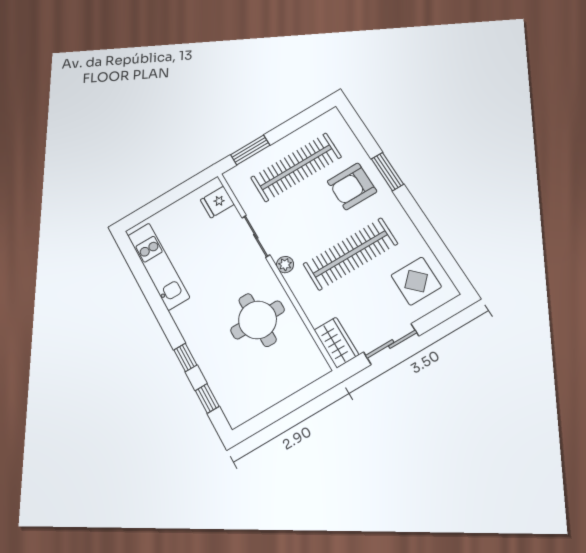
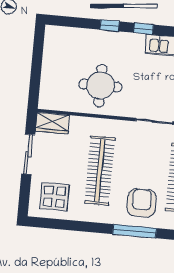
window: (387, 172) -> (135, 231), width x1.44
plant: (285, 265) -> (123, 126), removed
window: (207, 398) -> (143, 29), moved

